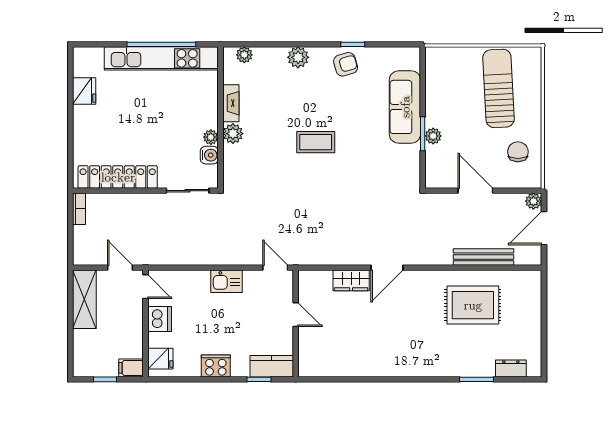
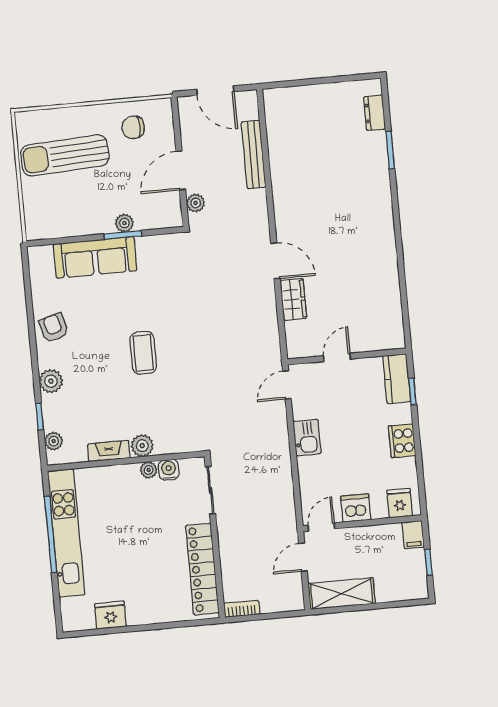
window: (353, 44) -> (40, 417), moved
plant: (533, 201) -> (195, 203), moved
rug: (473, 305) -> (308, 162), removed

